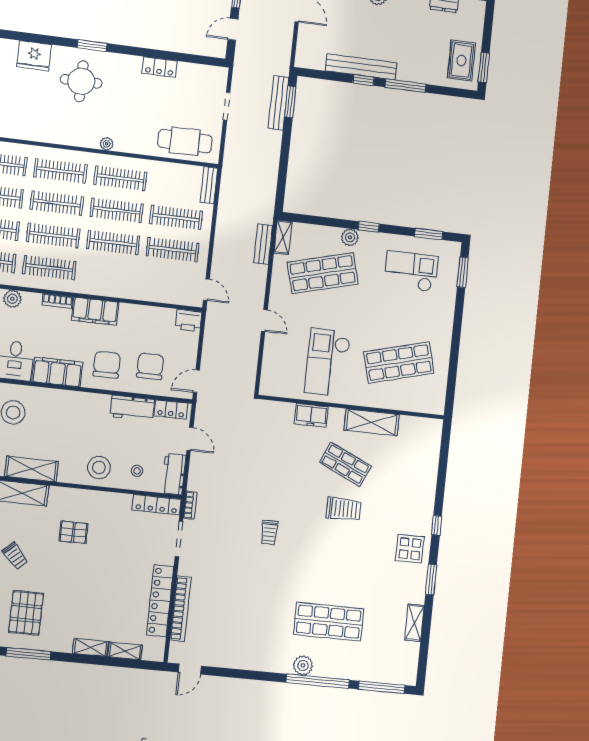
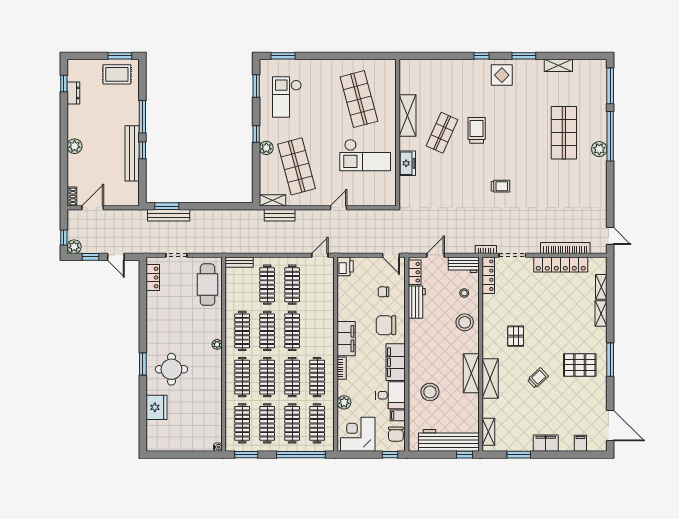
locker: (160, 67) -> (153, 278), moved
chair: (150, 366) -> (383, 292), width x0.54, depth x0.54

